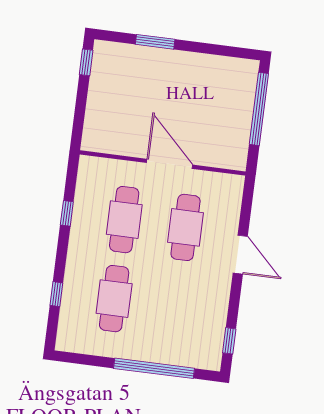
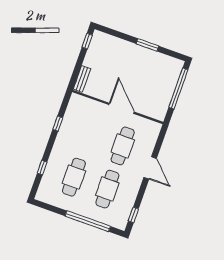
window: (155, 42) -> (147, 45), moved
bench: (91, 128) -> (82, 79), added
cafe table: (124, 220) -> (107, 189), moved

